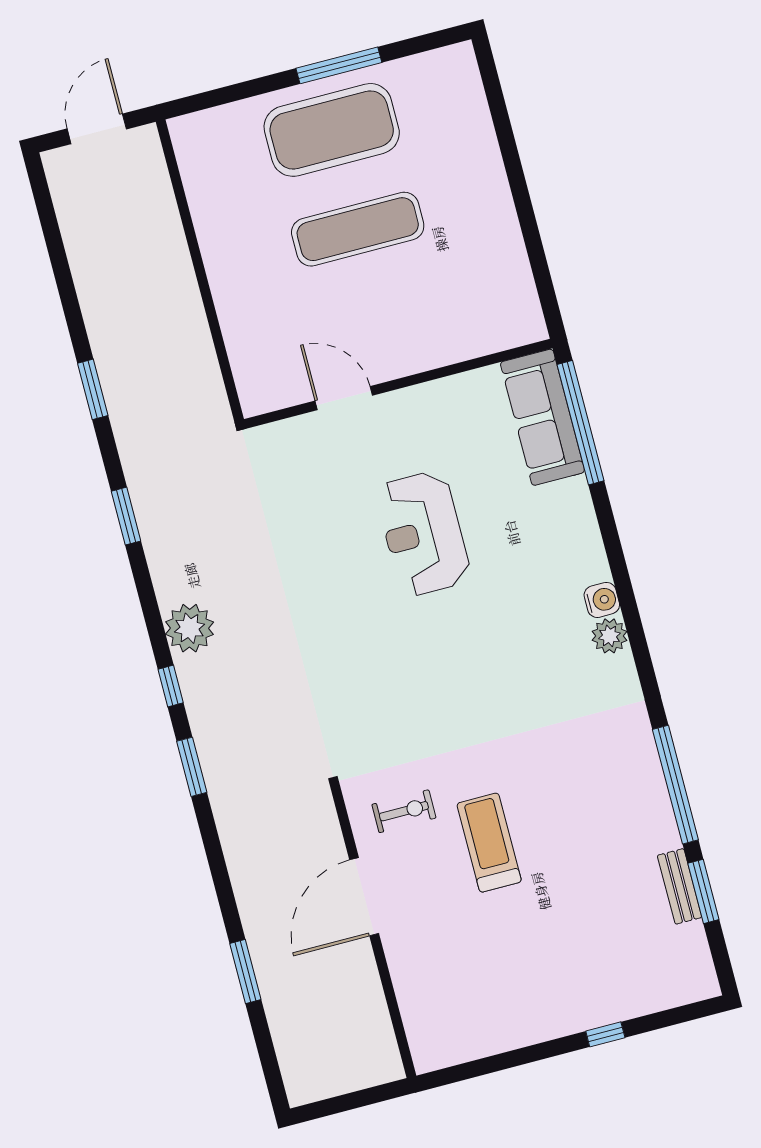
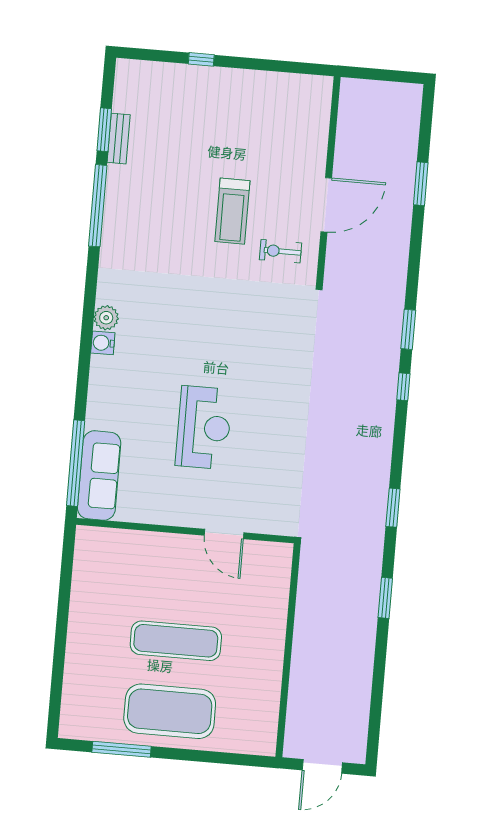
window: (339, 65) -> (122, 749), moved
plant: (190, 628) -> (378, 420), removed

